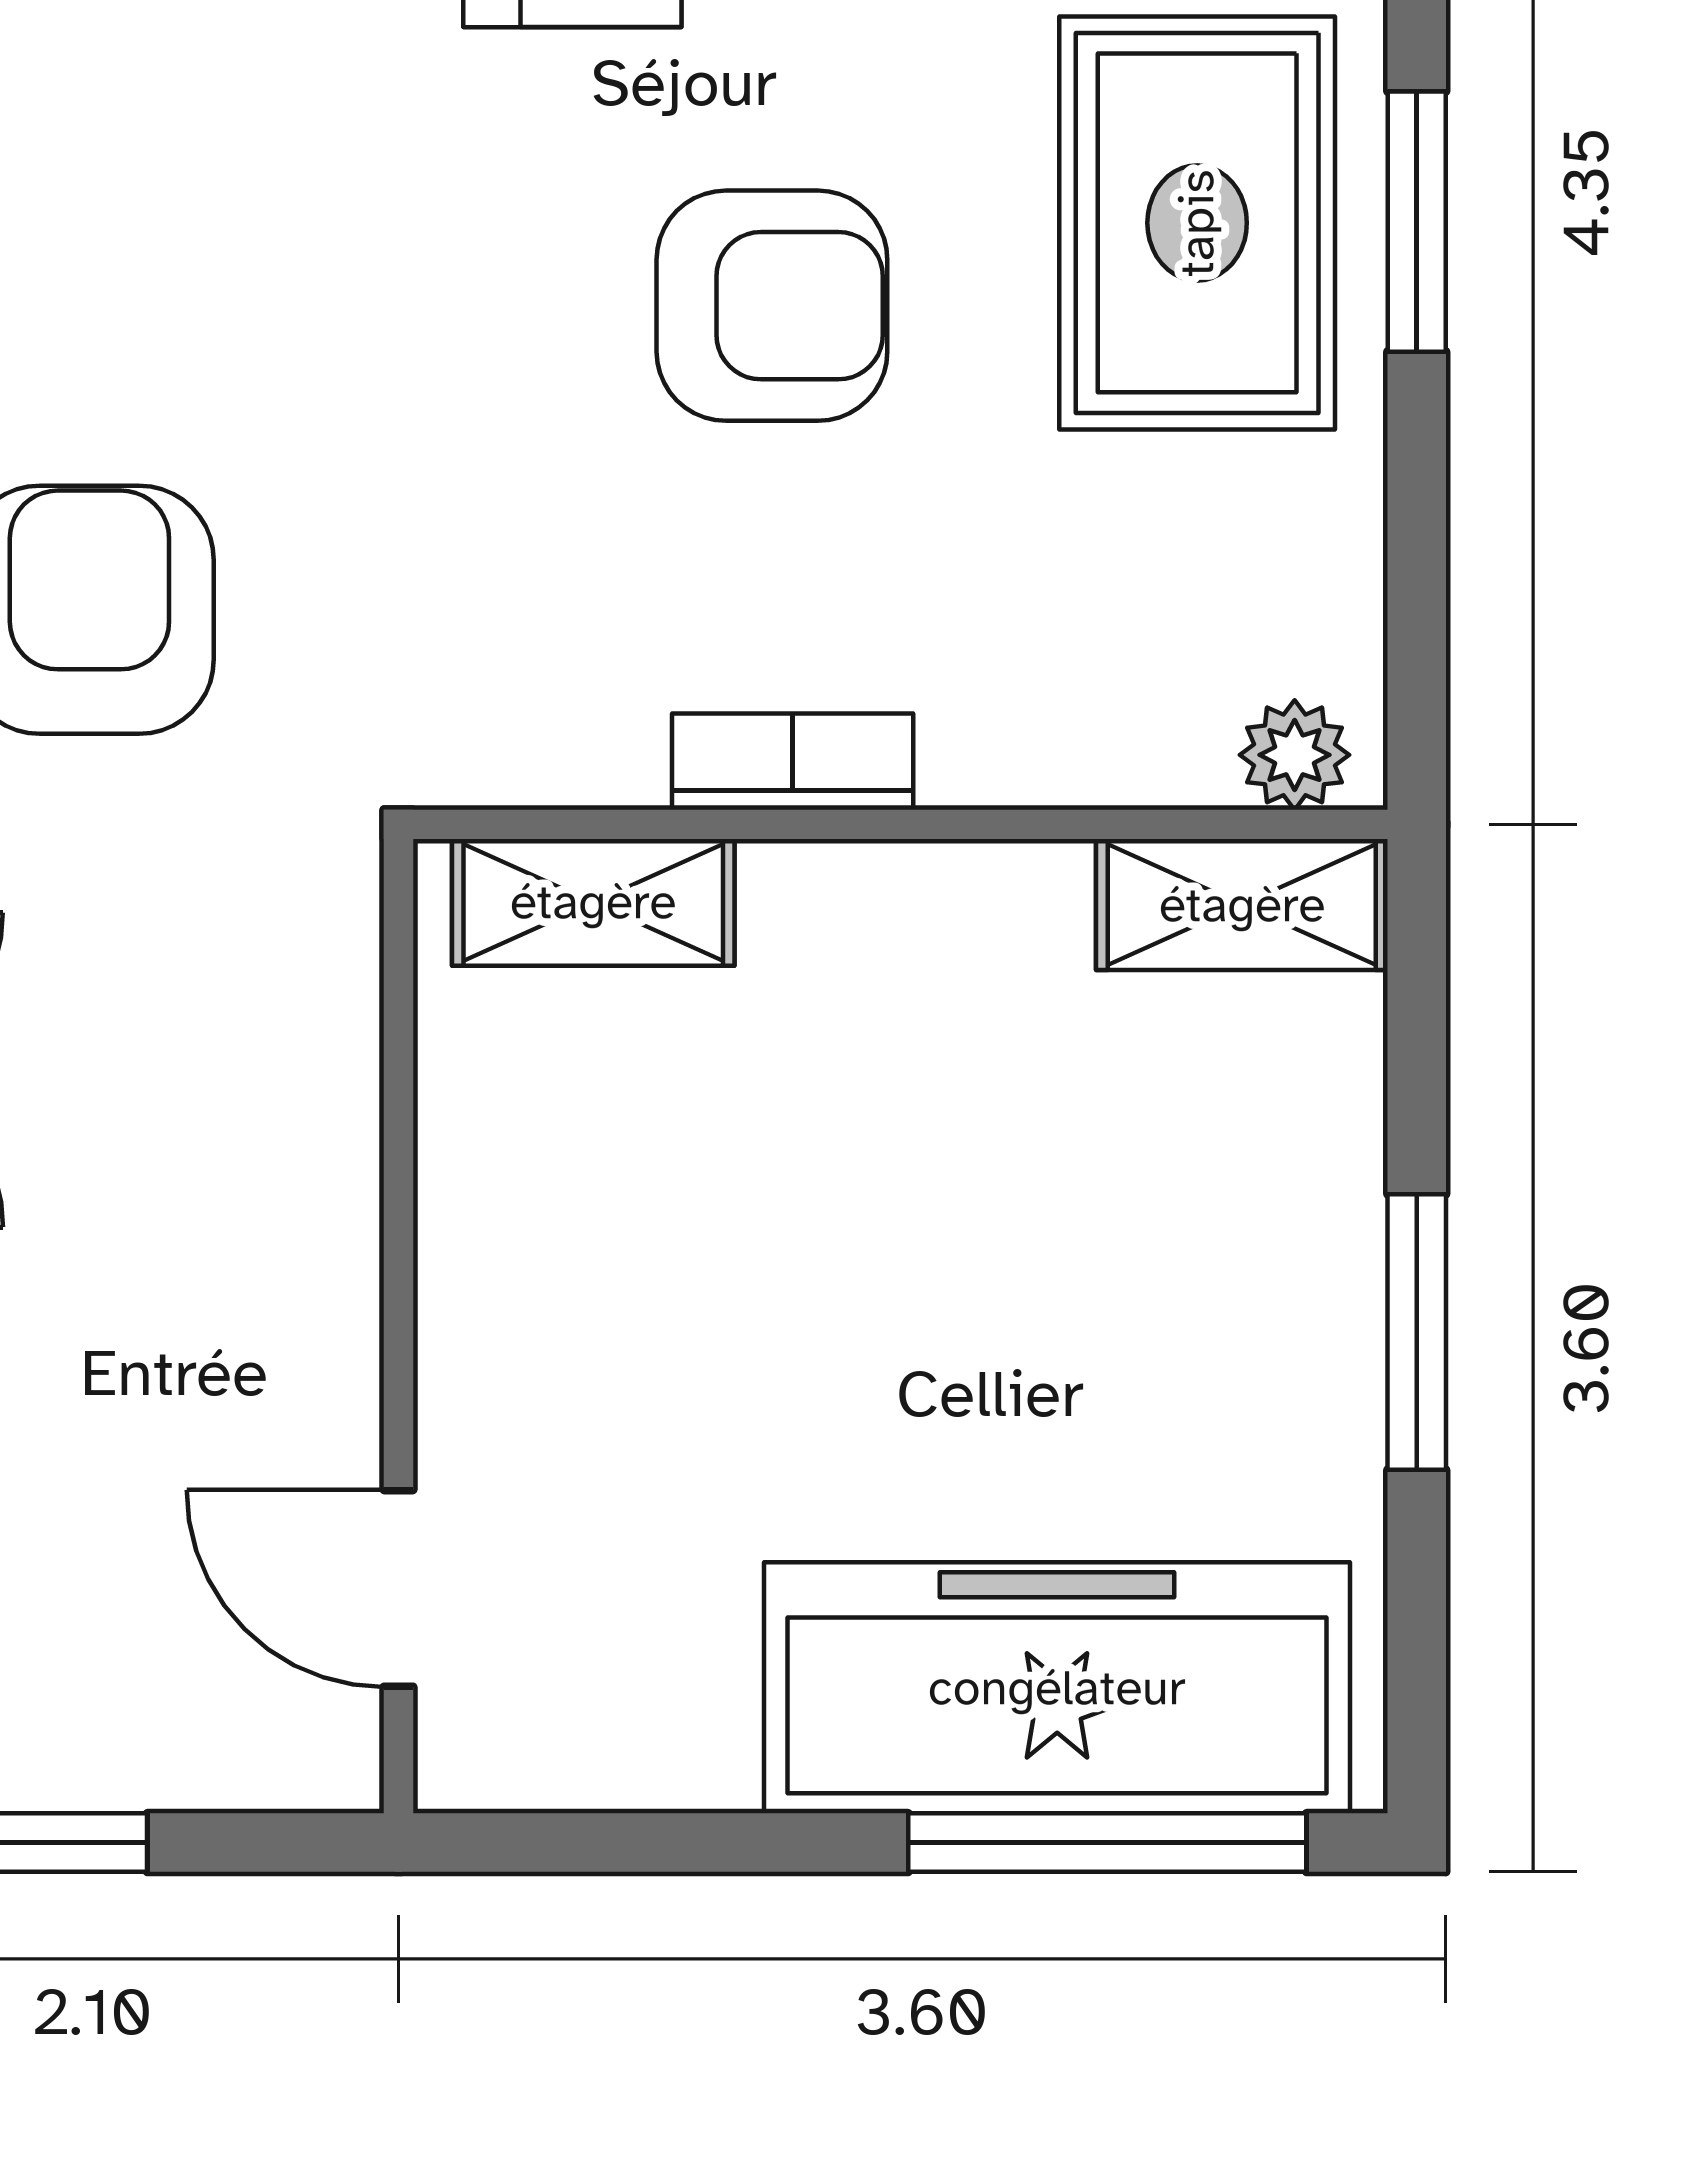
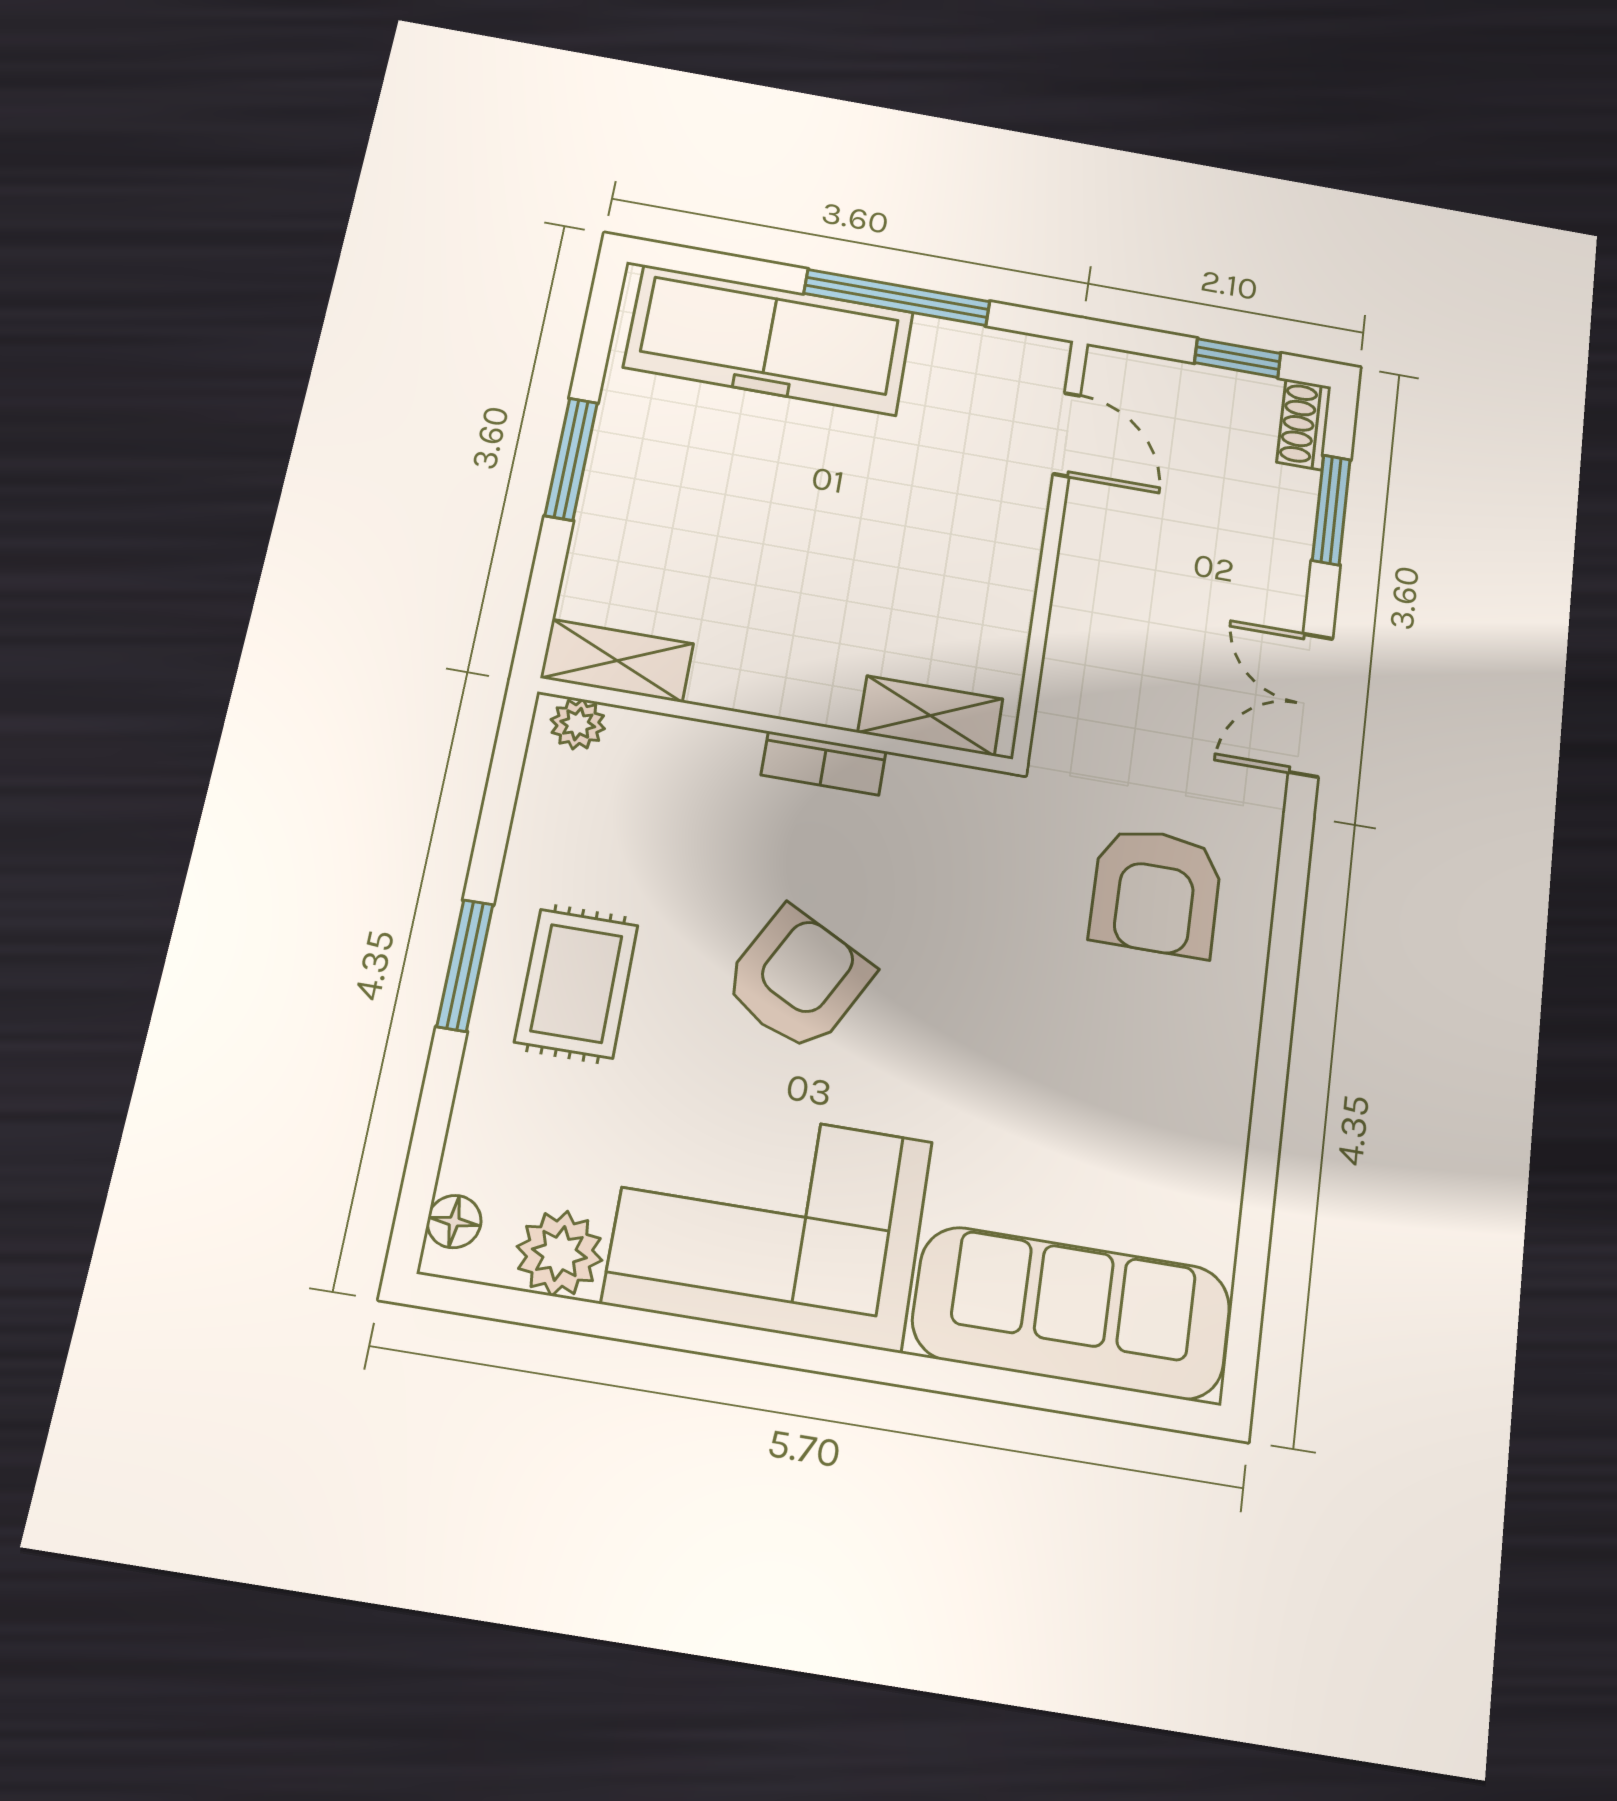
rug: (1197, 223) -> (576, 983), width x0.73, depth x0.70
armchair: (772, 306) -> (798, 979), turned 118
window: (1107, 1843) -> (897, 297), moved

